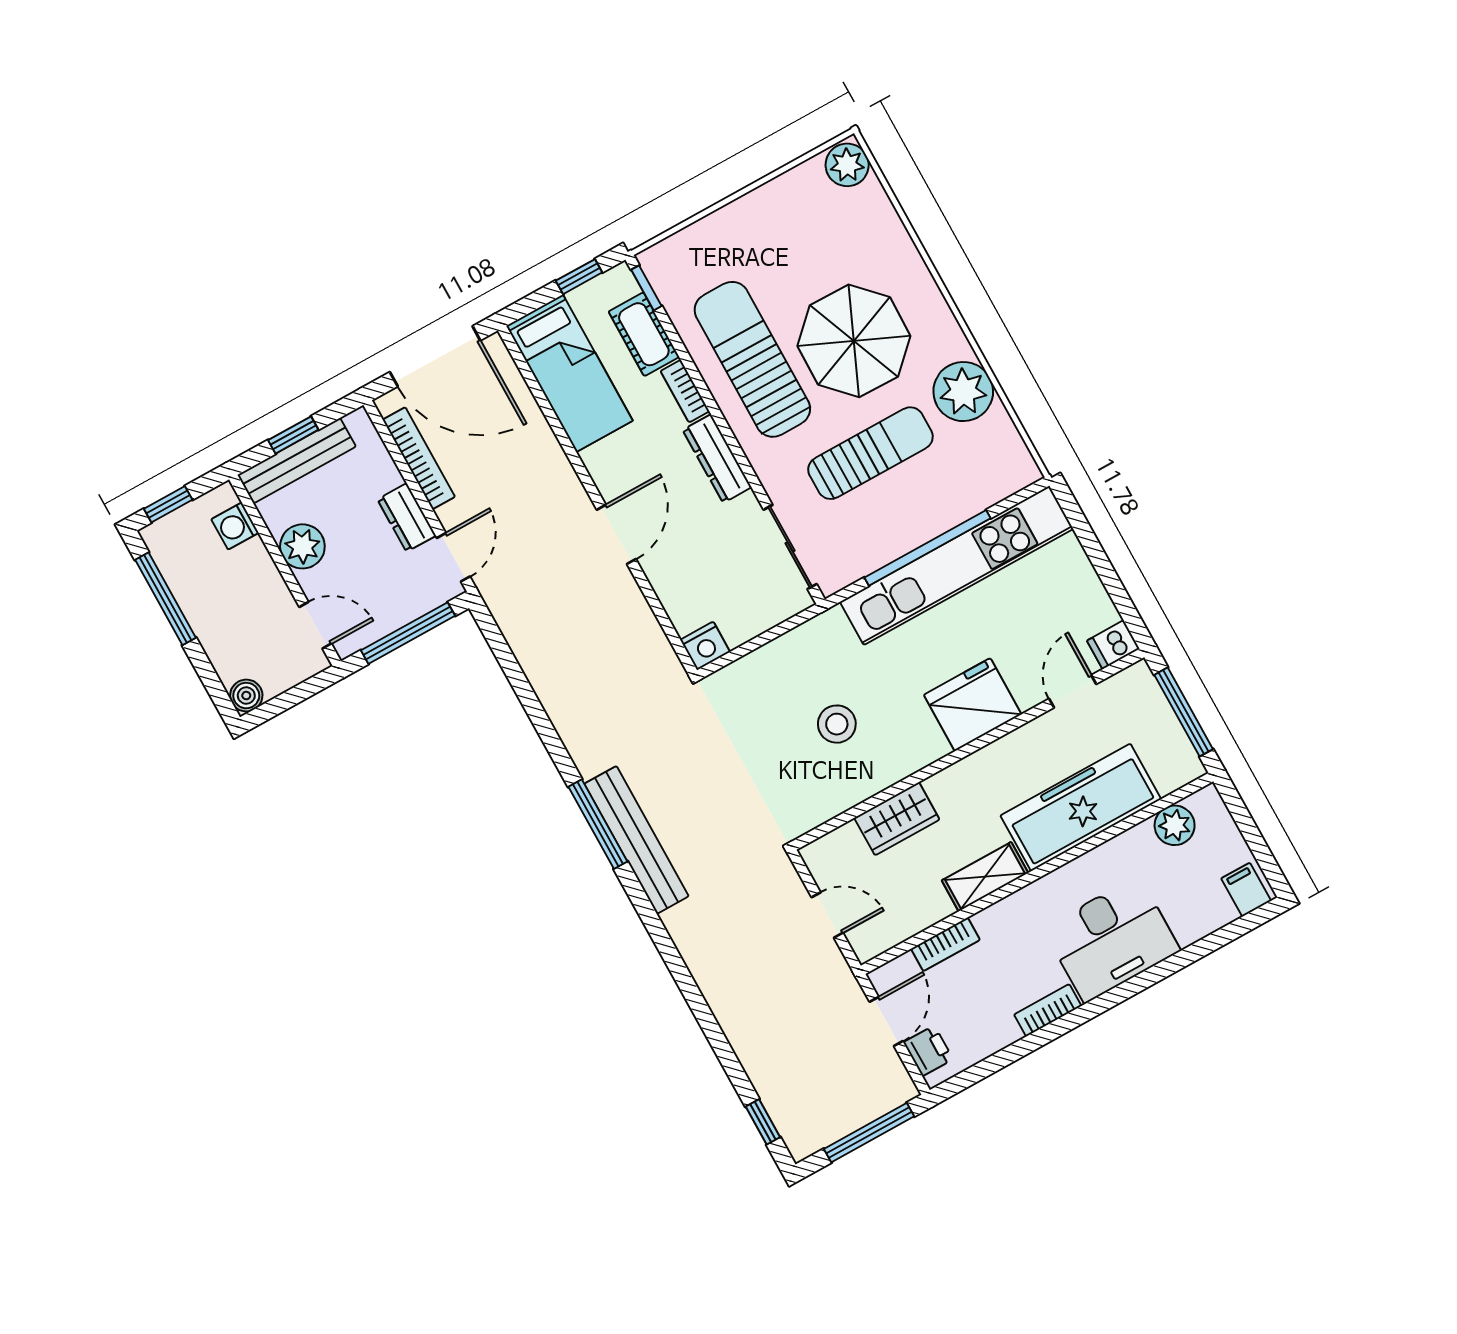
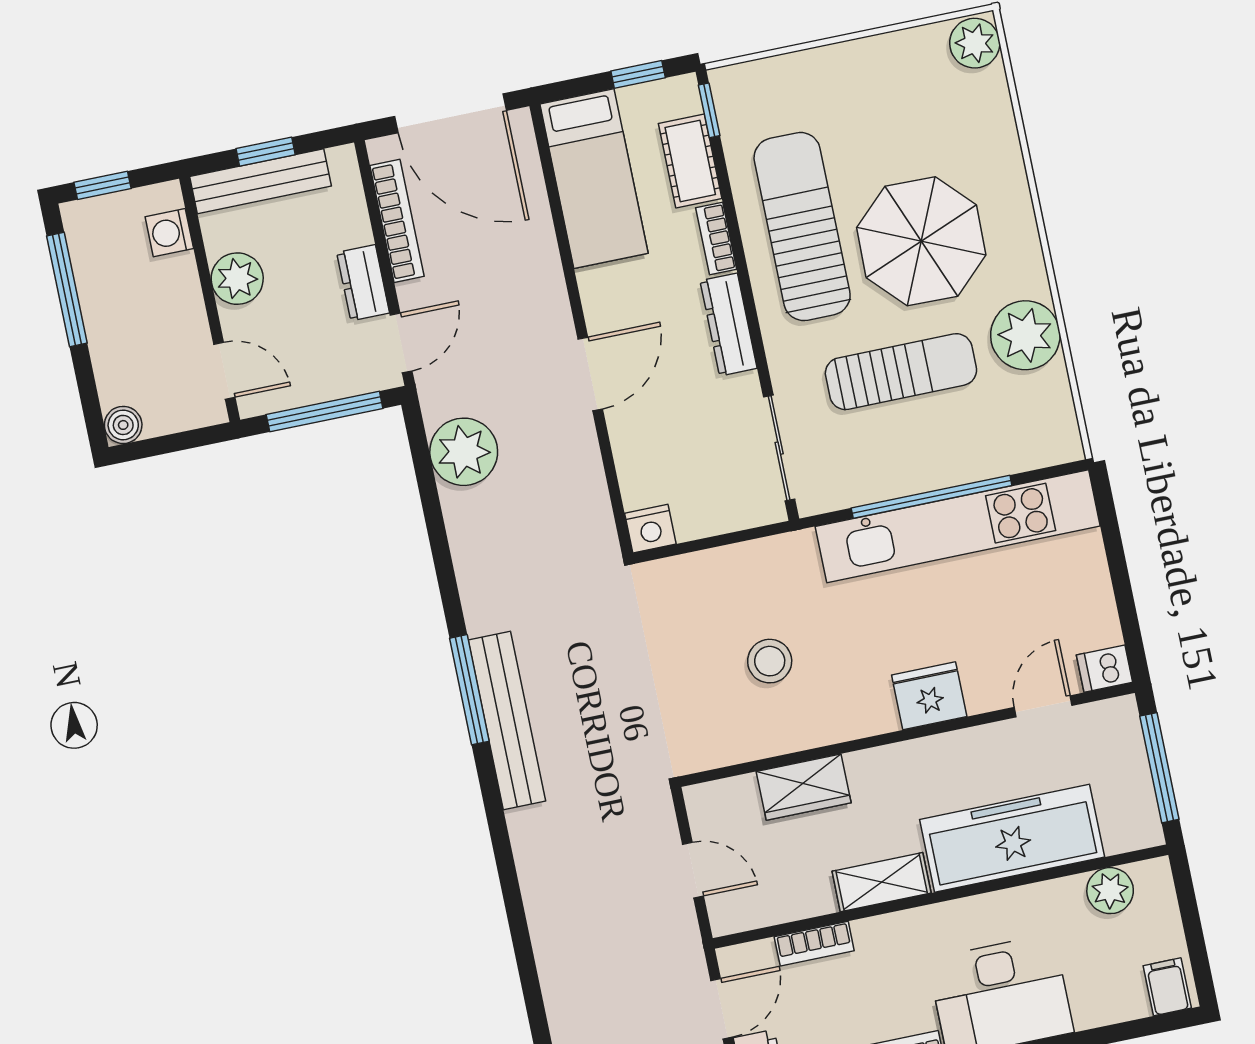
plant: (532, 631) -> (464, 452), added
fridge: (973, 705) -> (929, 696), width x0.73, depth x0.75

